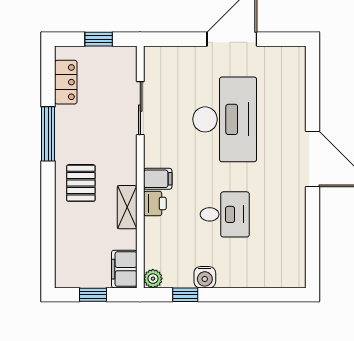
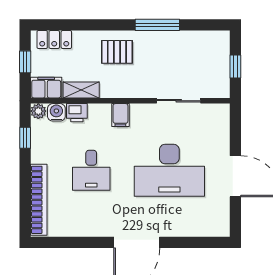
locker: (66, 82) -> (54, 39), moved
printer: (155, 204) -> (77, 113), moved
shelving: (127, 207) -> (81, 90), moved
water cooler: (205, 277) -> (56, 112), moved, turned 90
bookcase: (261, 278) -> (39, 200), added

